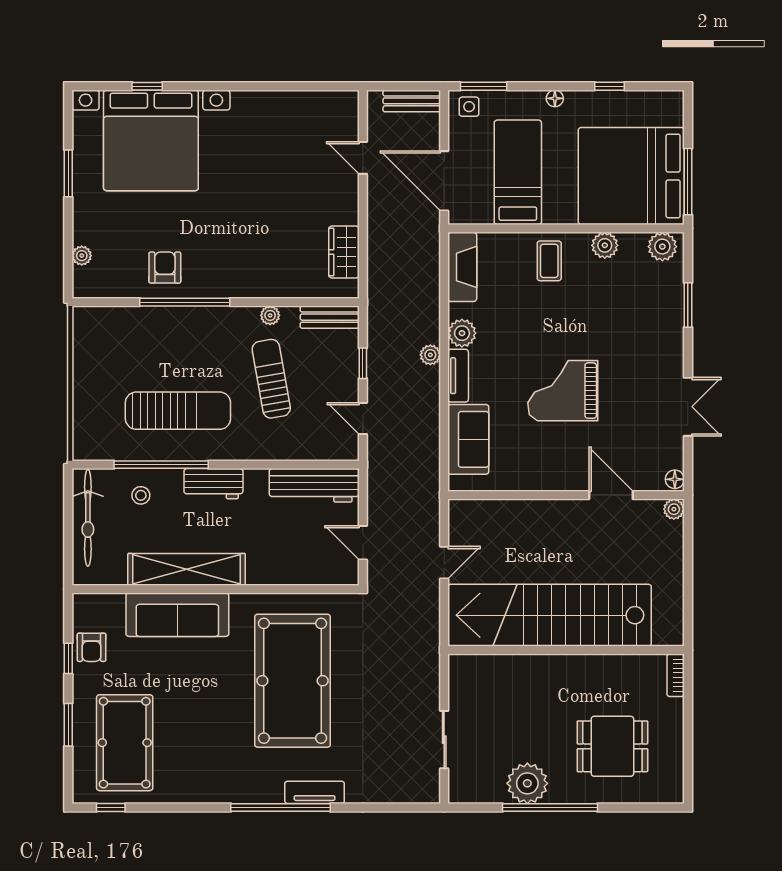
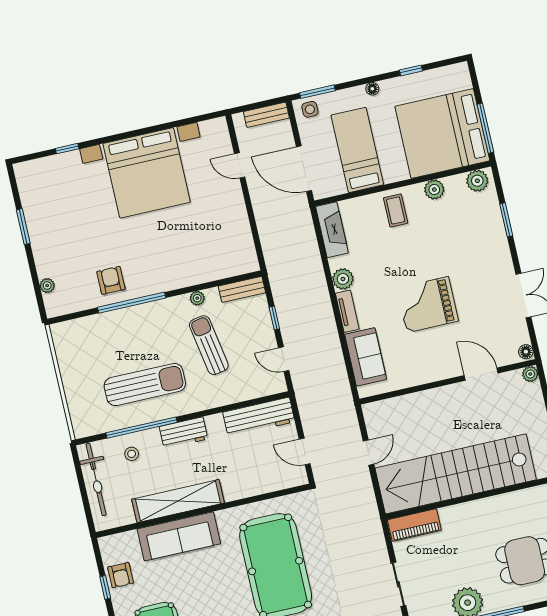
bed with nightstands: (151, 140) -> (147, 173), moved
wardrobe: (344, 252) -> (242, 239), removed
plant: (430, 355) -> (323, 300), removed
piano: (482, 669) -> (414, 525), added

